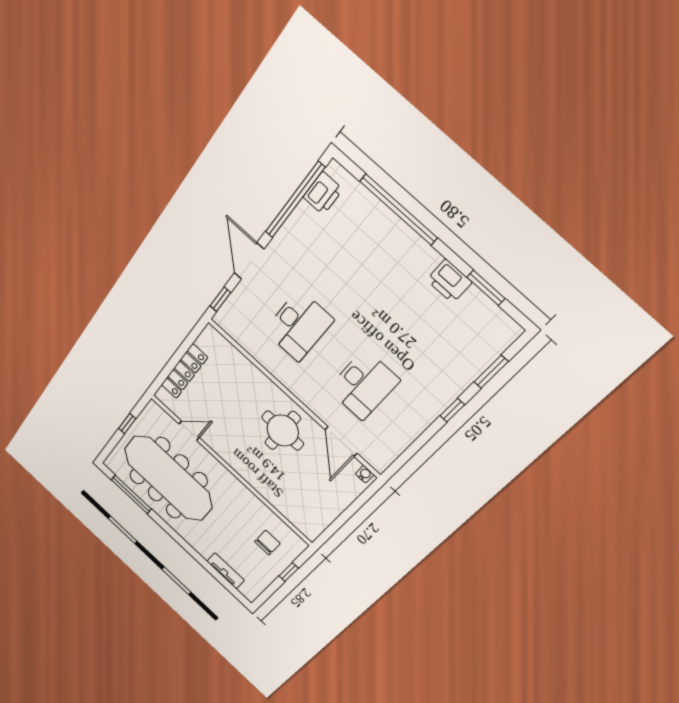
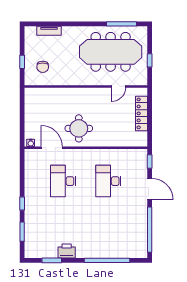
printer: (323, 193) -> (140, 242), removed

